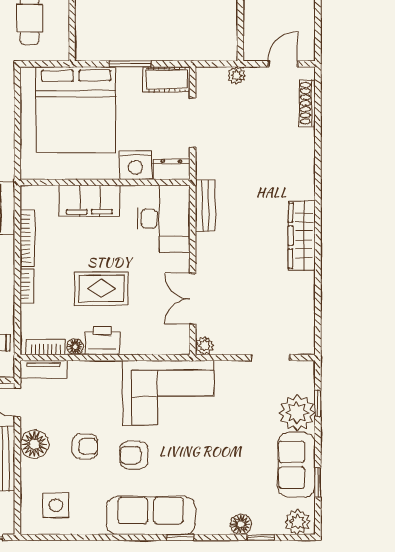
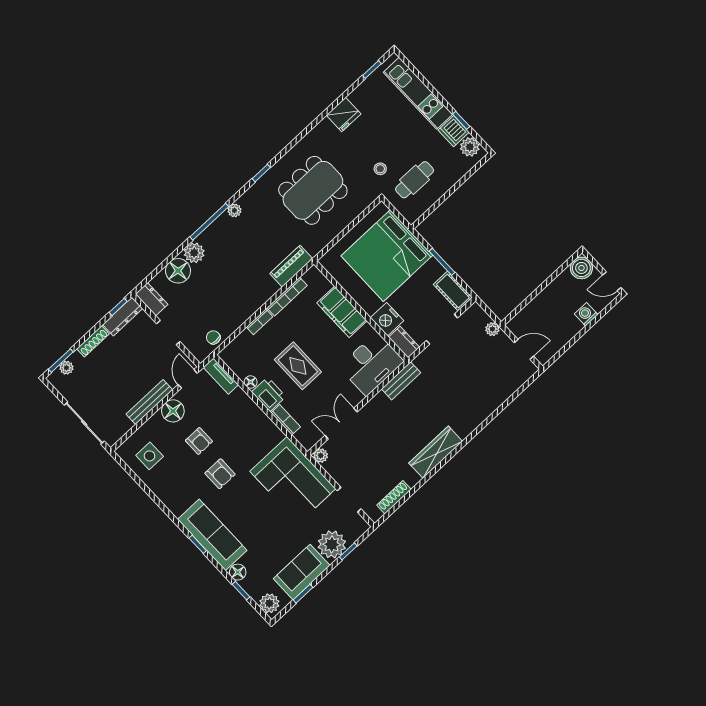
shoe rack: (307, 103) -> (394, 497), moved
bookcase: (46, 347) -> (286, 420), moved
corner sofa: (168, 393) -> (293, 480), moved
armchair: (134, 455) -> (220, 474), turned 180
sofa: (151, 516) -> (212, 535), moved

